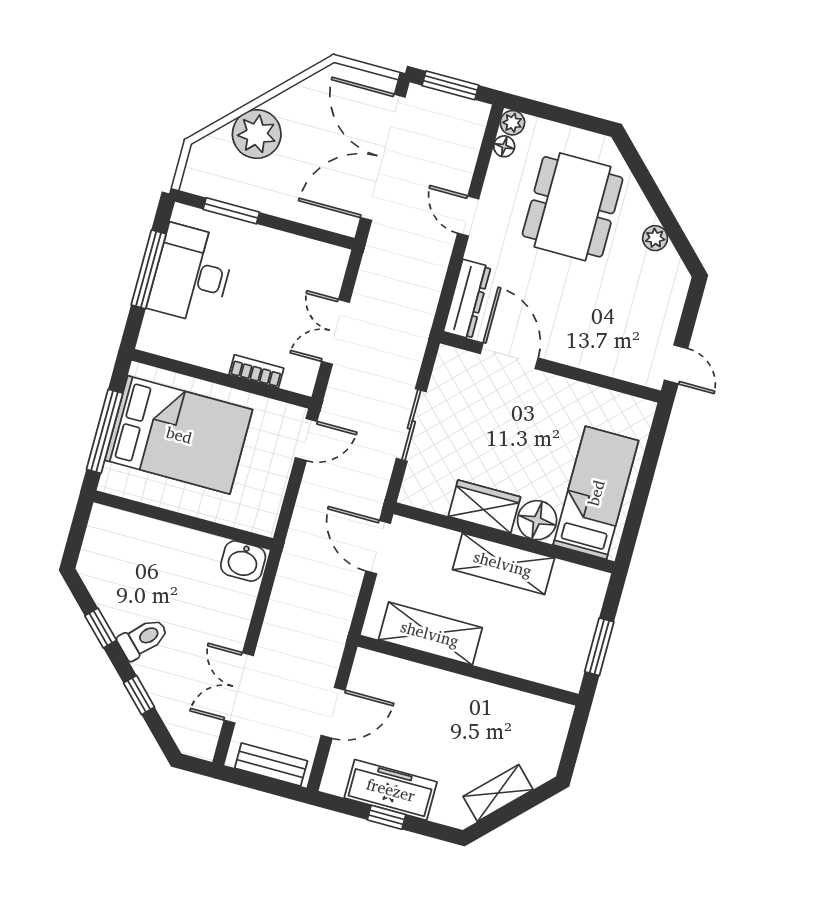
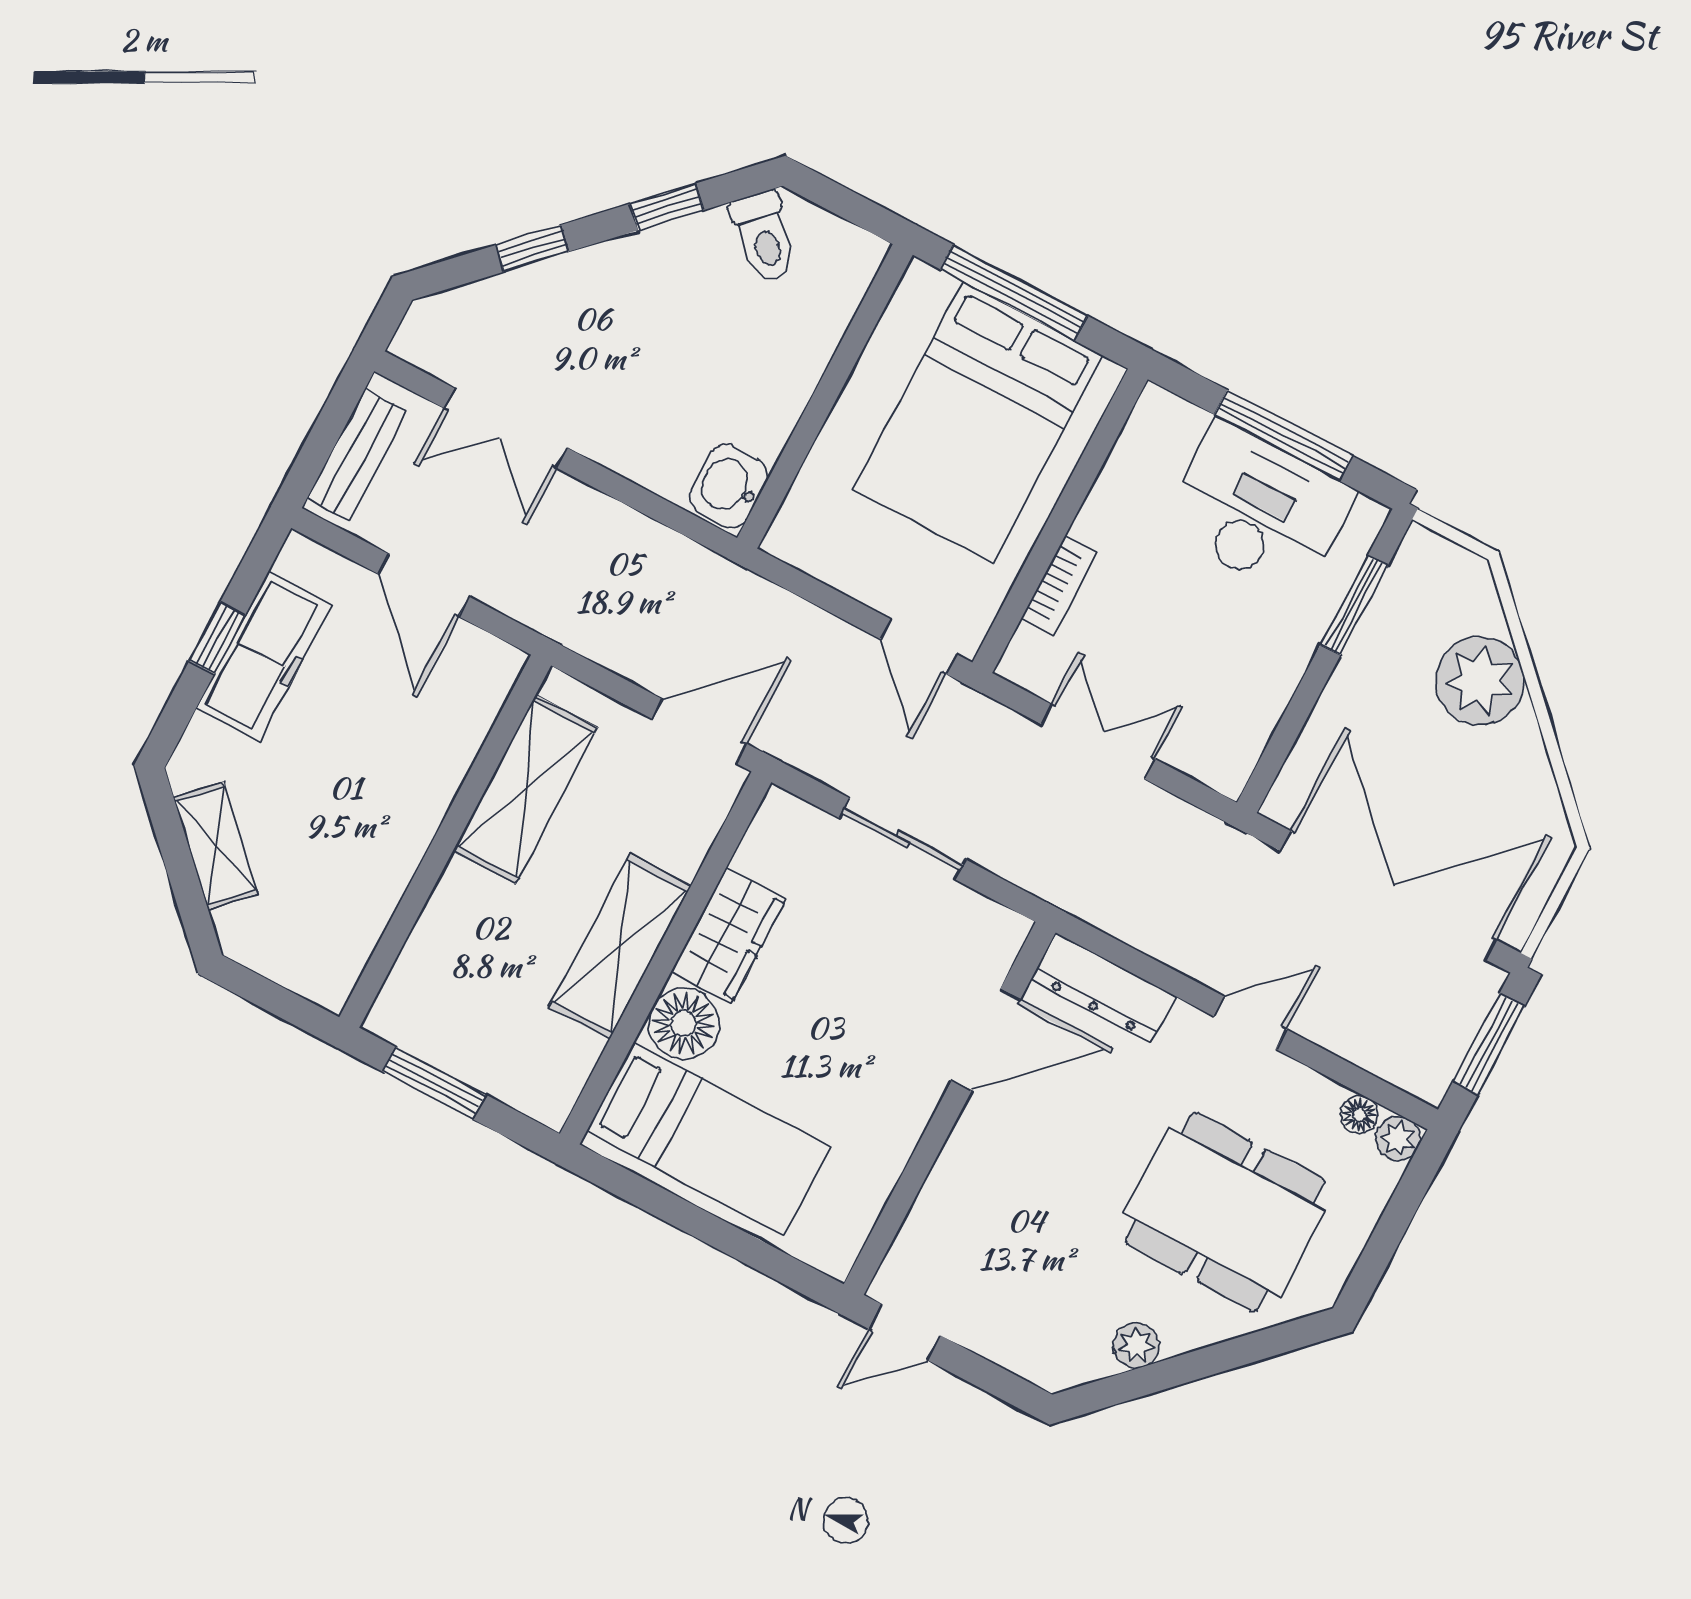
toilet: (143, 639) -> (764, 237), moved
double door: (239, 688) -> (506, 428), swing flipped

